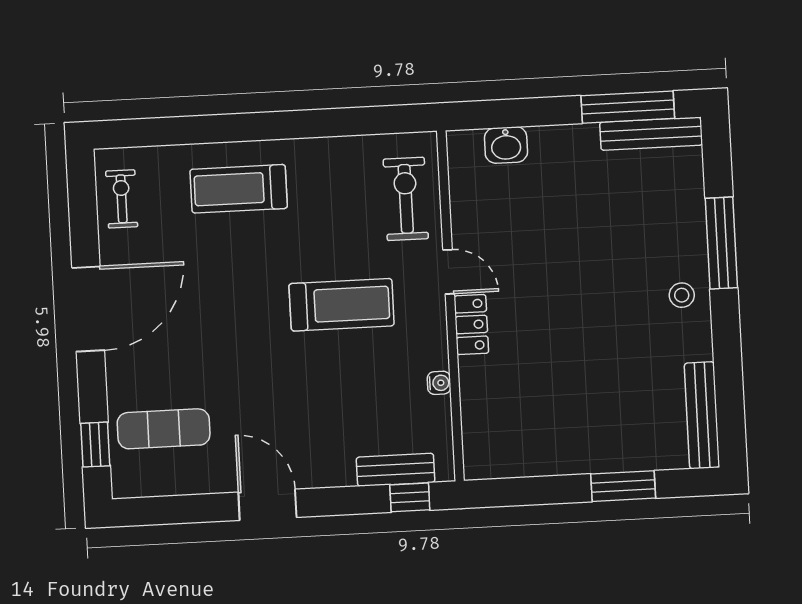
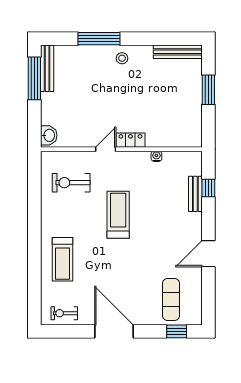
door: (449, 272) -> (106, 149), moved
wall: (450, 306) -> (121, 149), moved
locker: (471, 325) -> (130, 140), moved
water cooler: (439, 383) -> (156, 156), moved

